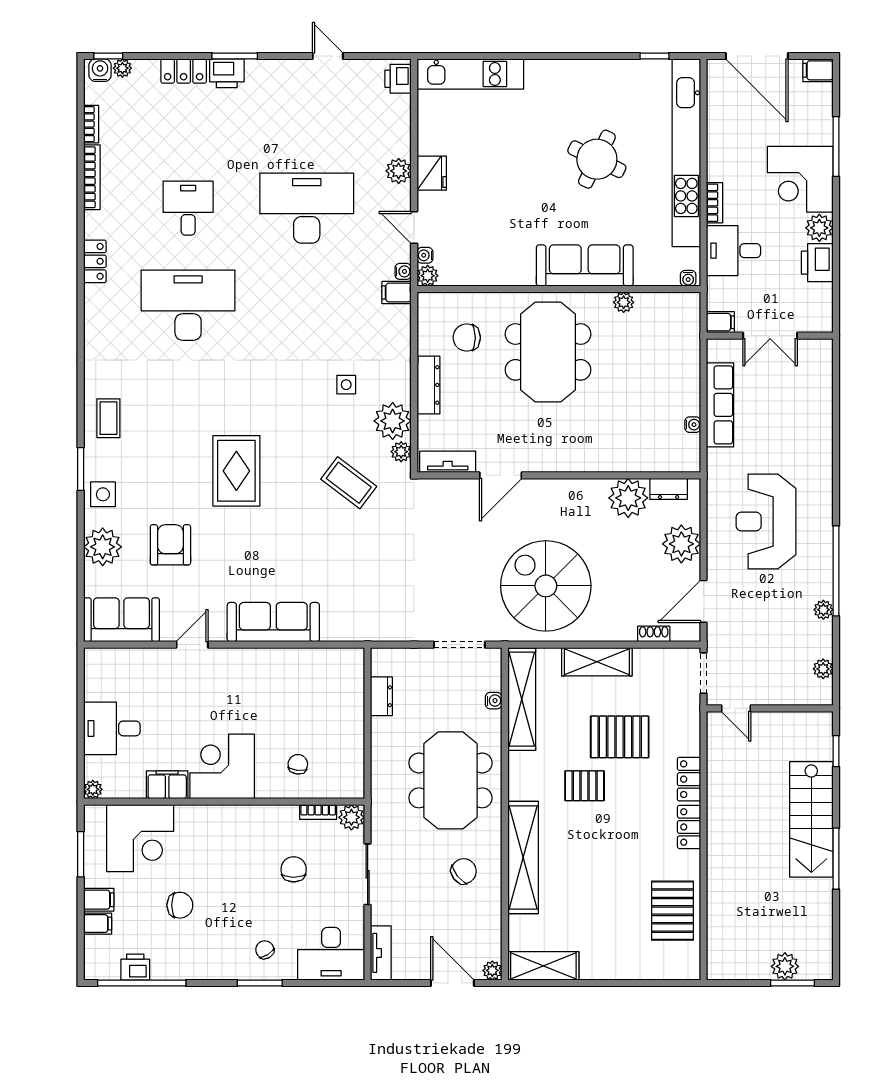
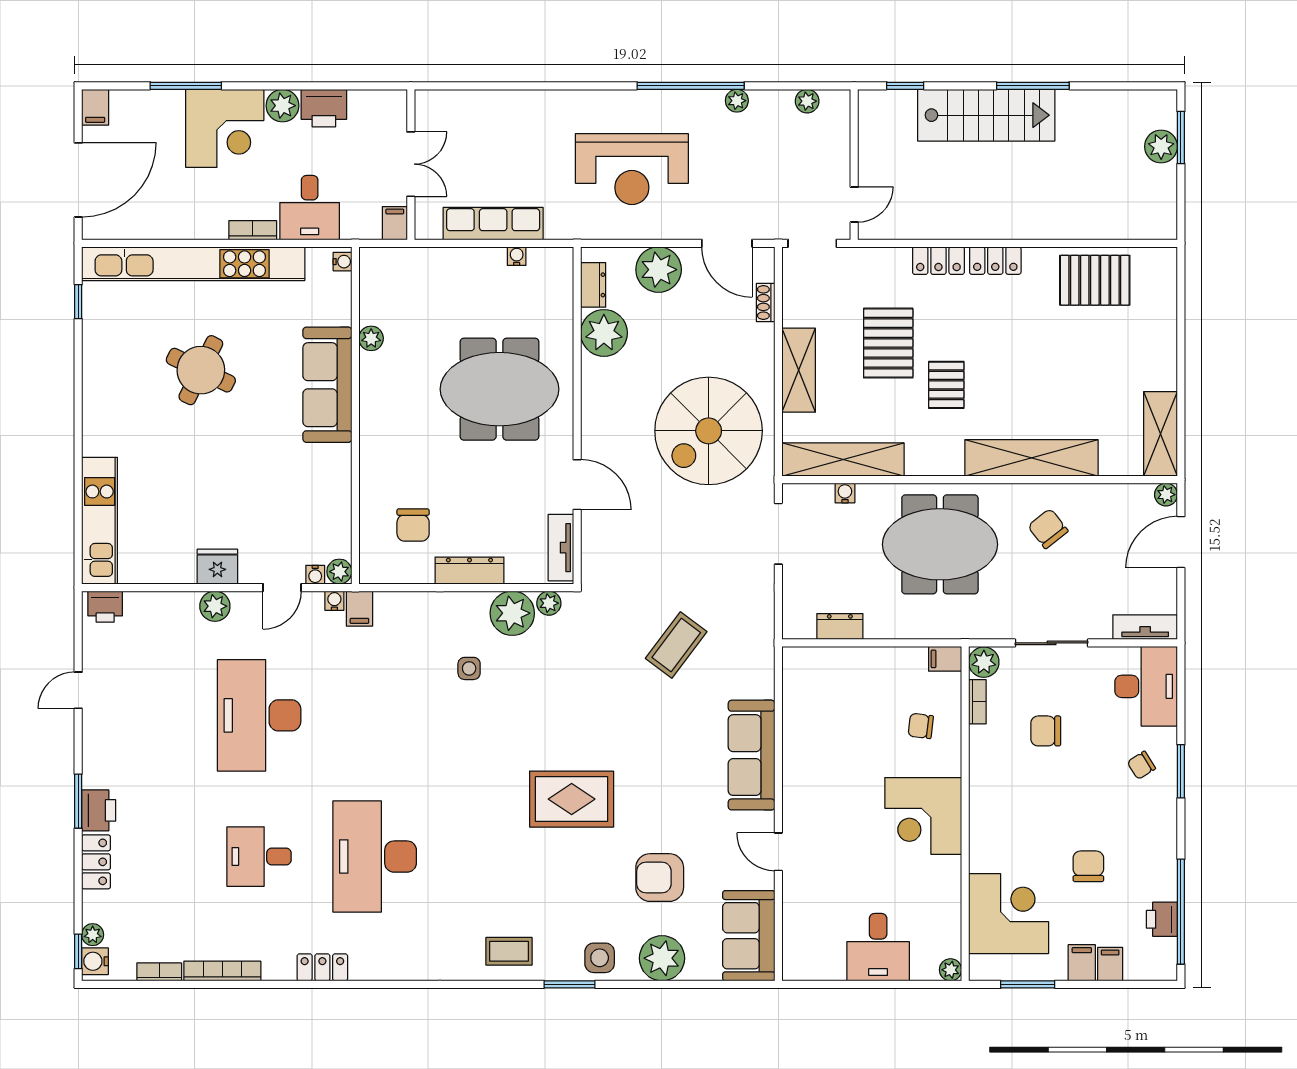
meeting table: (548, 352) -> (499, 389), moved
coffee table: (349, 483) -> (676, 645), moved
filing cabinet: (167, 785) -> (945, 659), moved, width x0.50

